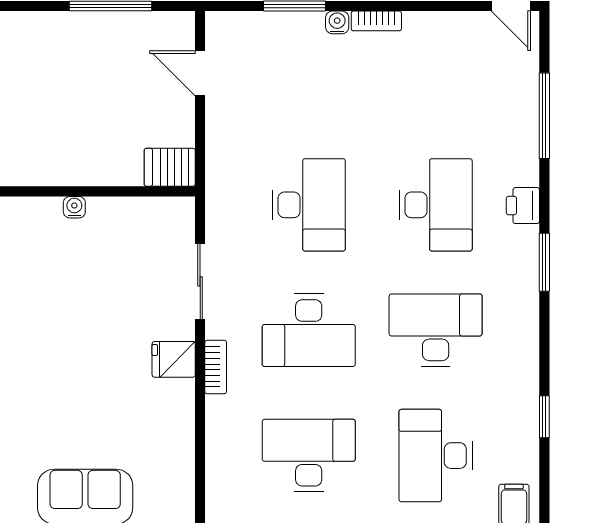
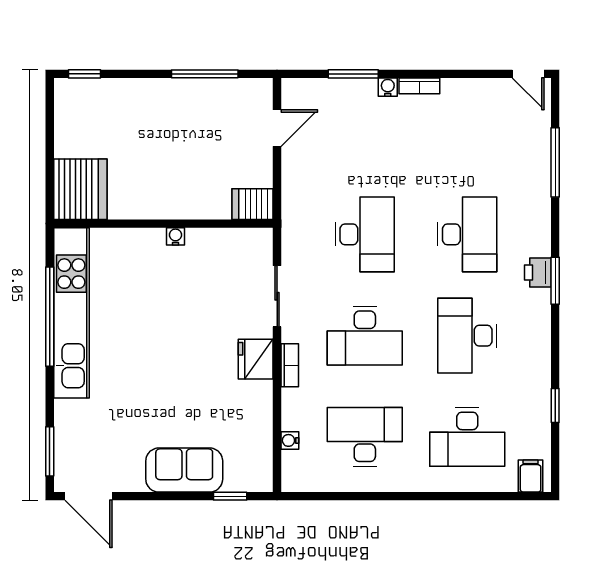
door: (200, 73) -> (277, 128), swing flipped
printer: (523, 206) -> (538, 273), moved
desk: (436, 330) -> (467, 336), turned -90
fridge: (174, 359) -> (256, 359), width x1.38
desk: (436, 456) -> (467, 437), turned -90
water cooler: (216, 460) -> (290, 440), added

